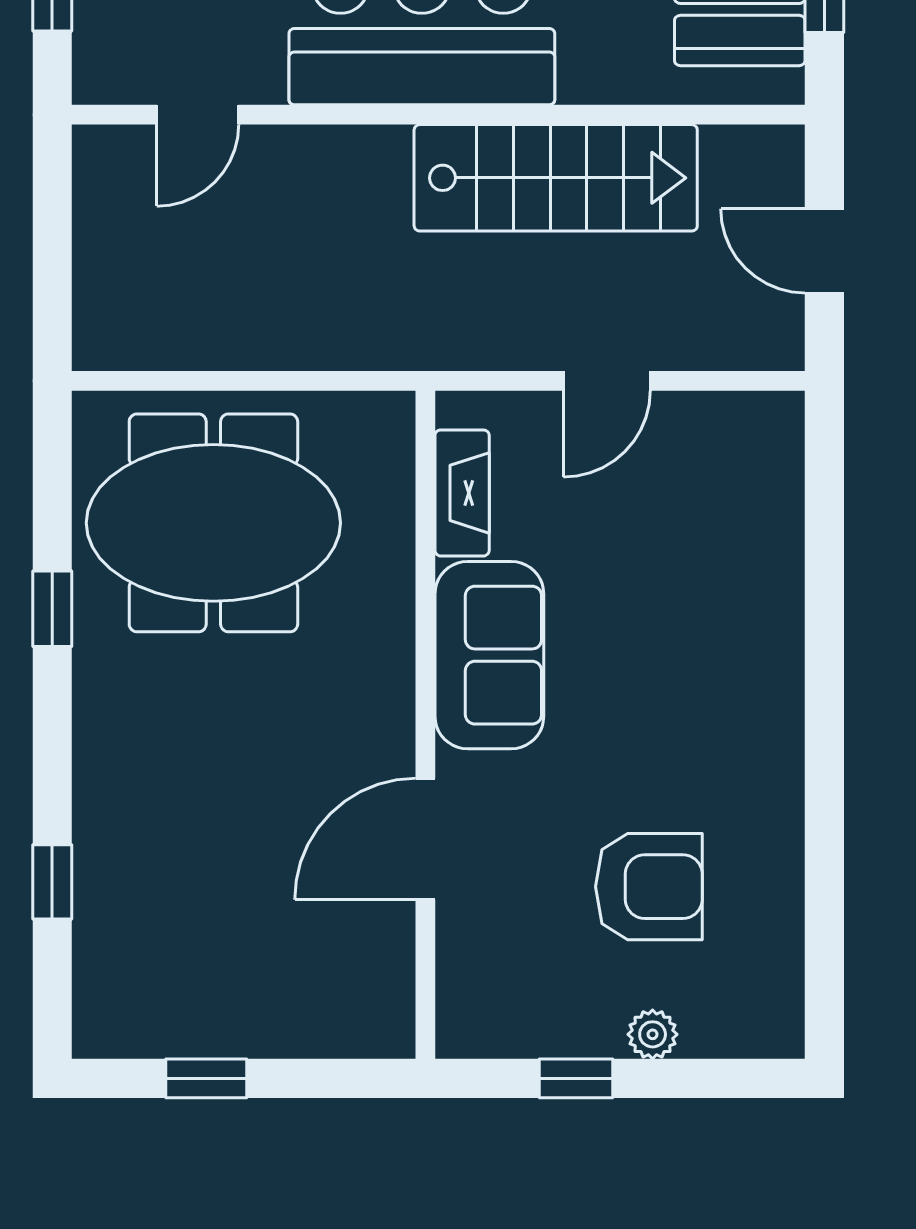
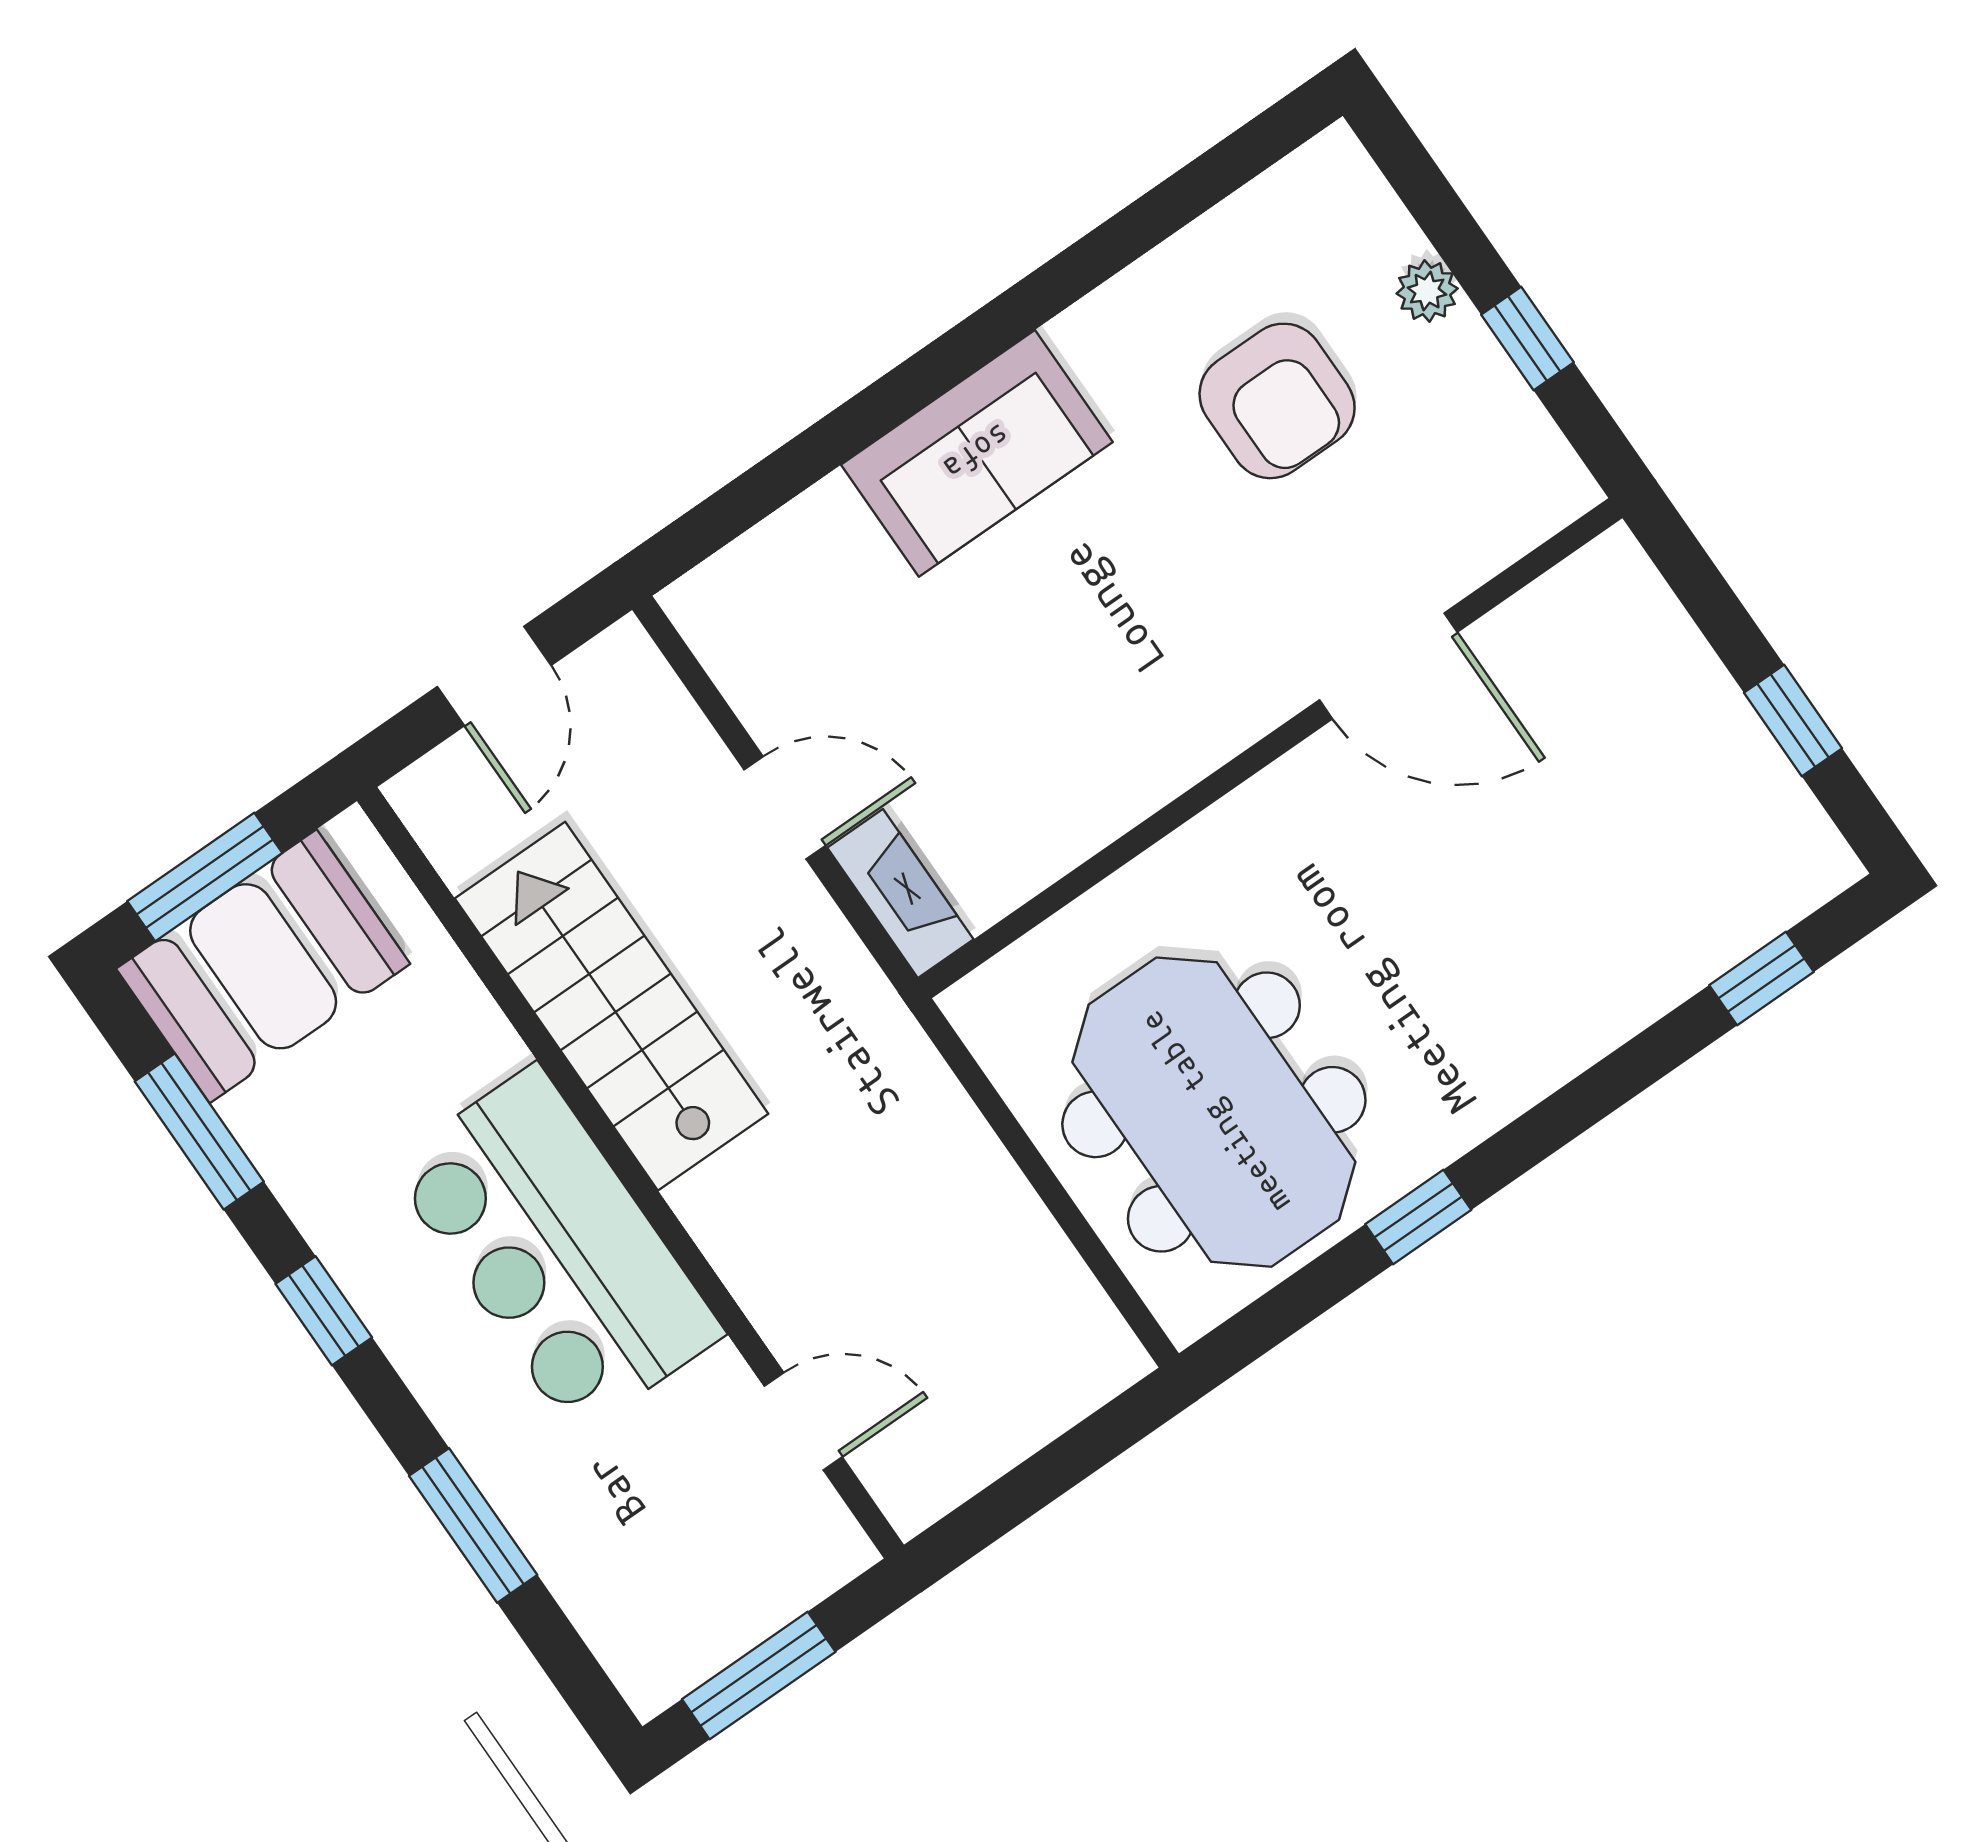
fireplace: (462, 493) -> (900, 893), moved, turned 90
sofa: (489, 655) -> (977, 453), moved, turned 180
window: (52, 882) -> (1761, 978), moved
armchair: (649, 887) -> (1277, 401), turned 180

